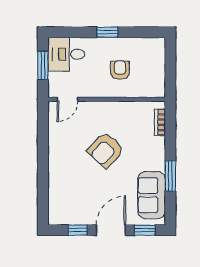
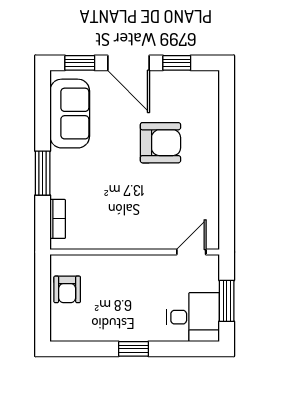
armchair: (120, 70) -> (67, 289), moved
armchair: (106, 150) -> (160, 143), moved, turned 47
window: (170, 176) -> (43, 173), moved
door: (111, 230) -> (128, 63), hinge flipped

